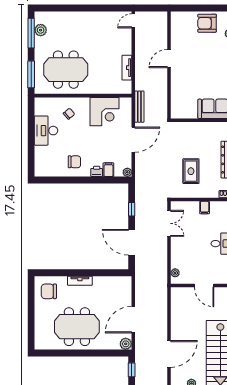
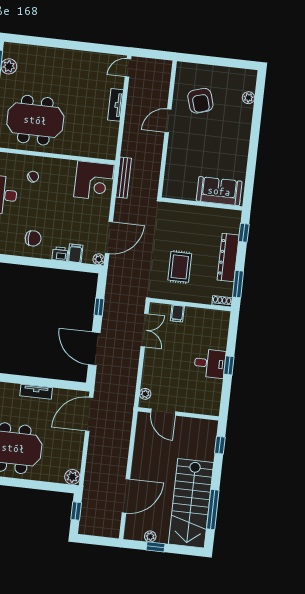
armchair: (207, 23) -> (200, 101), moved, turned -107
tv unit: (127, 68) -> (116, 105), moved
corner desk: (104, 112) -> (94, 181), moved
door: (133, 140) -> (109, 238), moved
filing cabinet: (205, 208) -> (177, 313), moved
tv unit: (80, 281) -> (36, 392), moved
door: (204, 286) -> (163, 412), moved
door: (133, 320) -> (89, 414), moved

